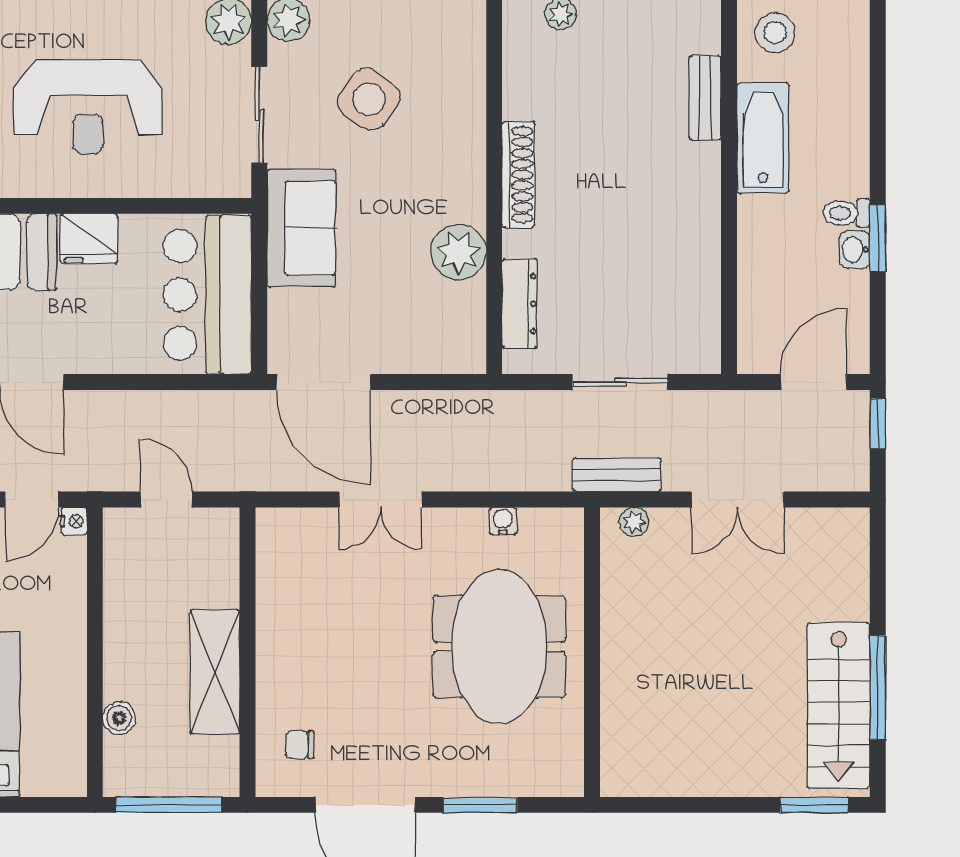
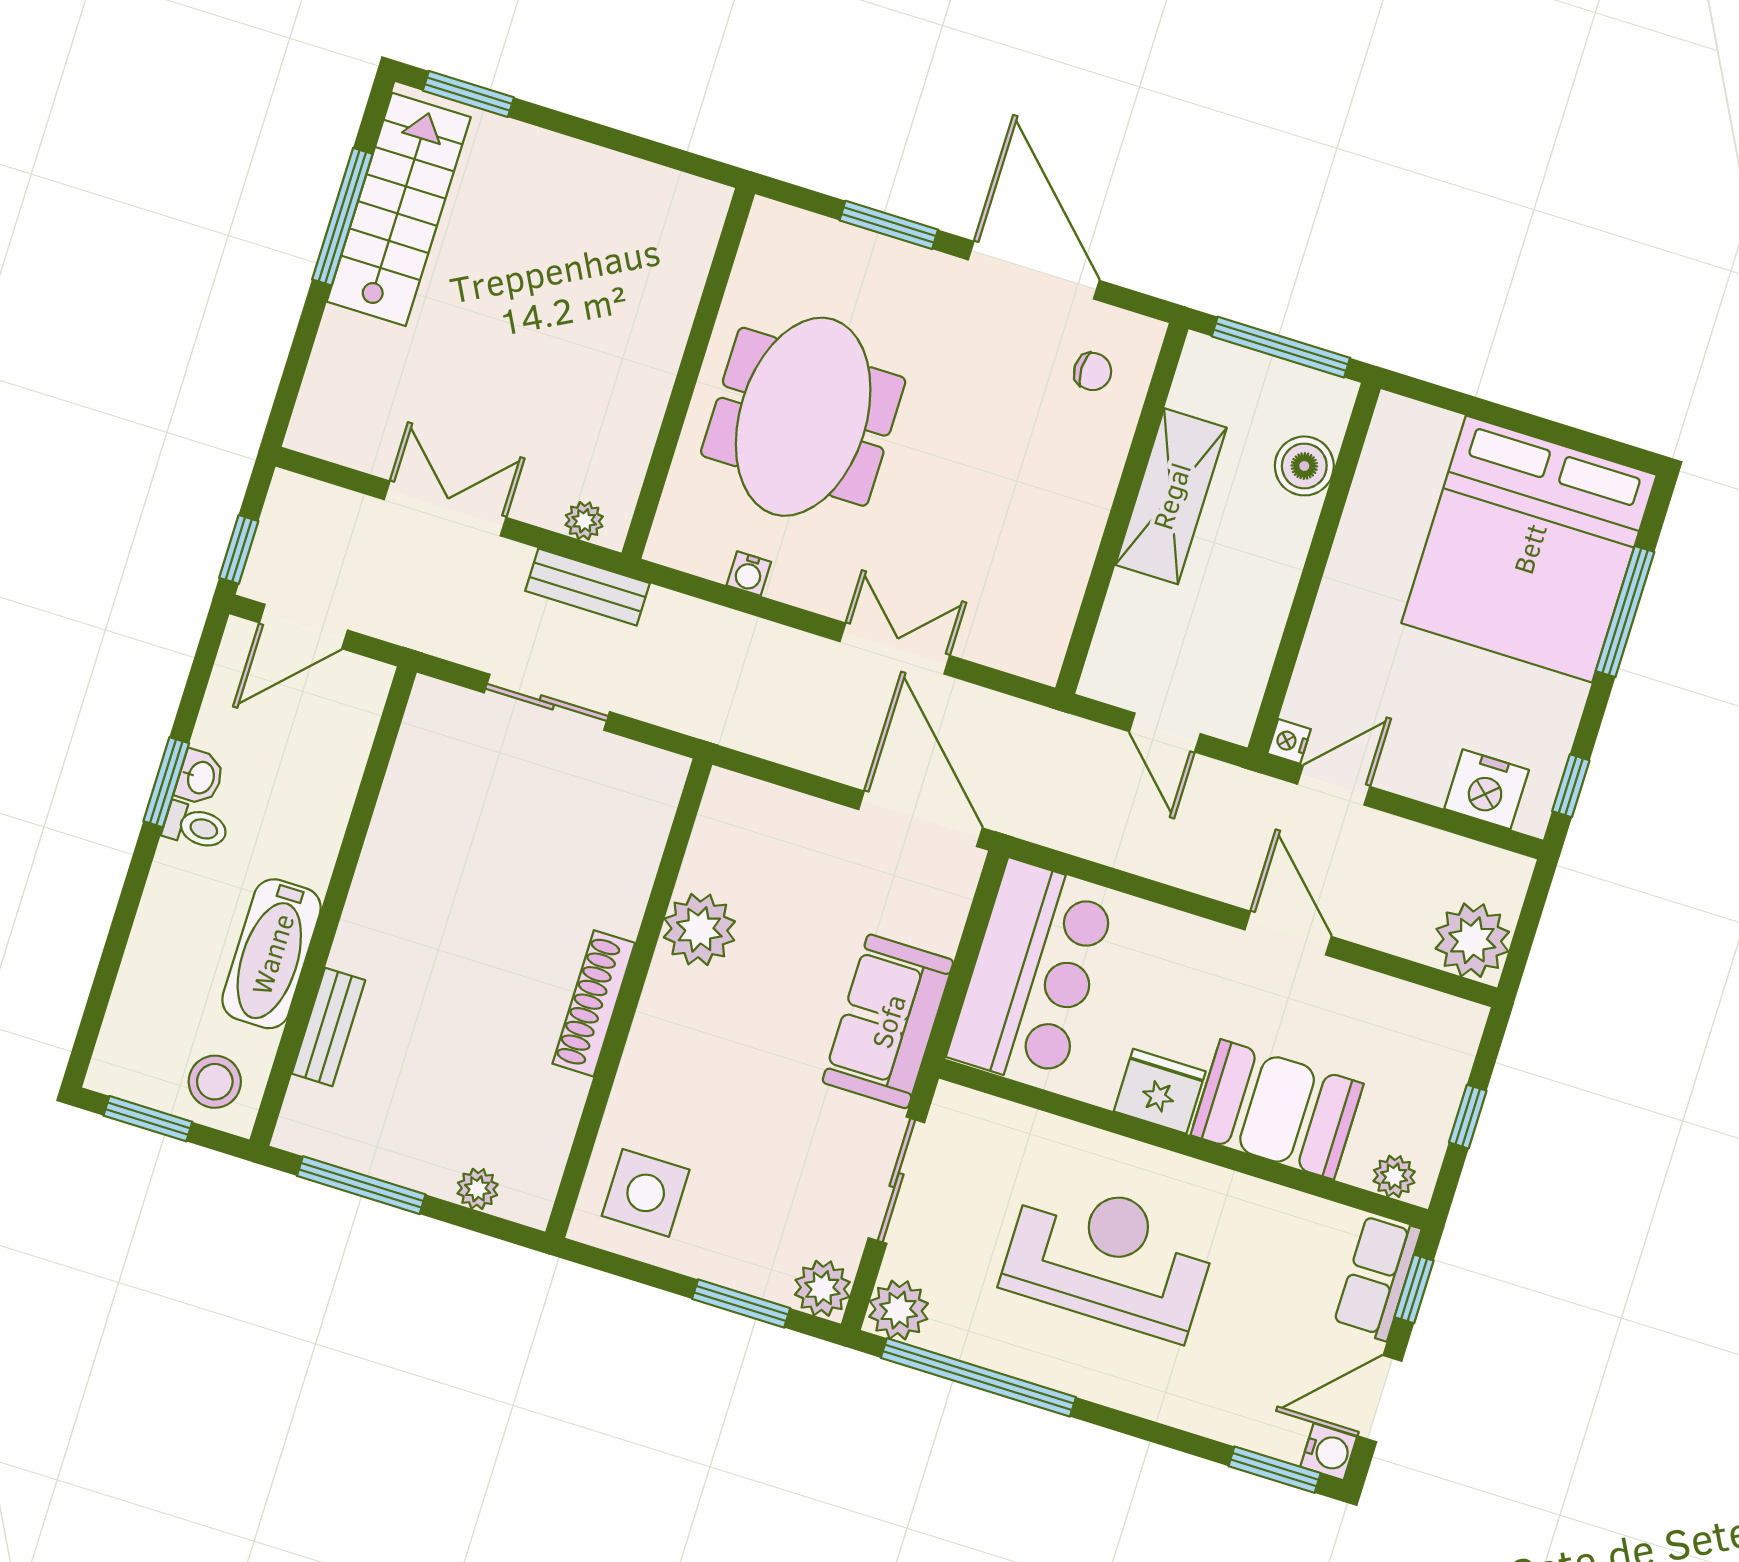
side table: (369, 99) -> (646, 1193), moved, turned -36
dresser: (520, 304) -> (643, 840), removed
boiler: (119, 718) -> (1304, 466), width x1.36, depth x1.36

